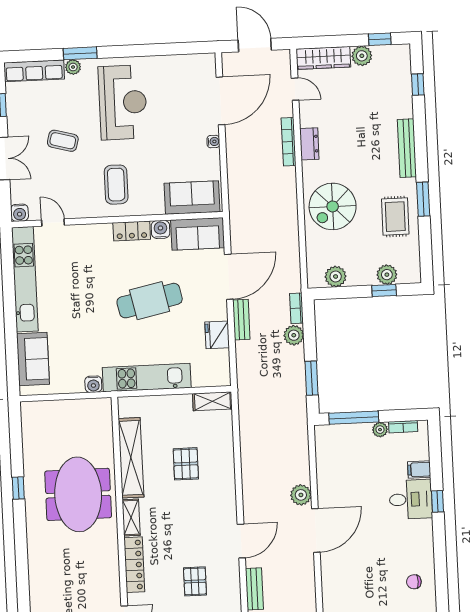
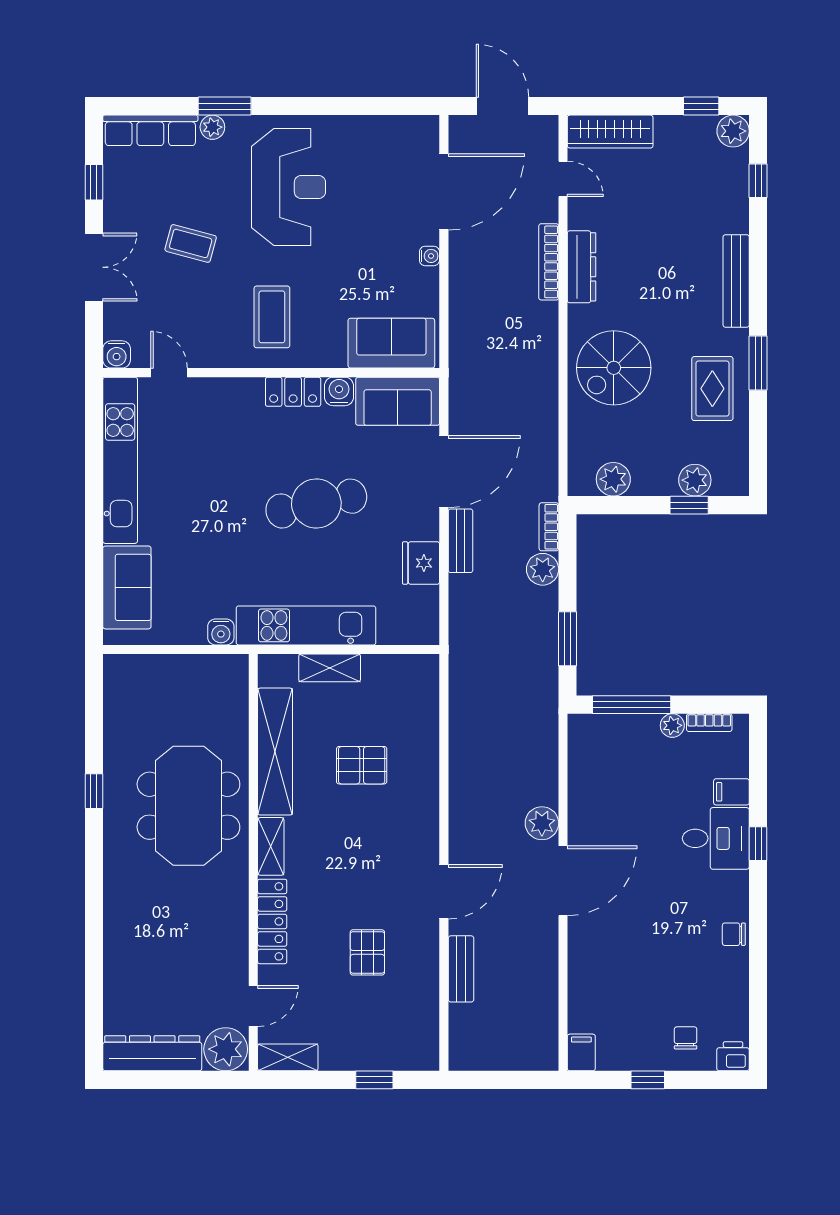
plant: (362, 56) -> (733, 131), moved
dresser: (309, 144) -> (582, 267), width x1.44
shelving: (212, 401) -> (330, 668), moved
pallet: (186, 464) -> (362, 765), turned 90
chair: (414, 582) -> (734, 934), moved

